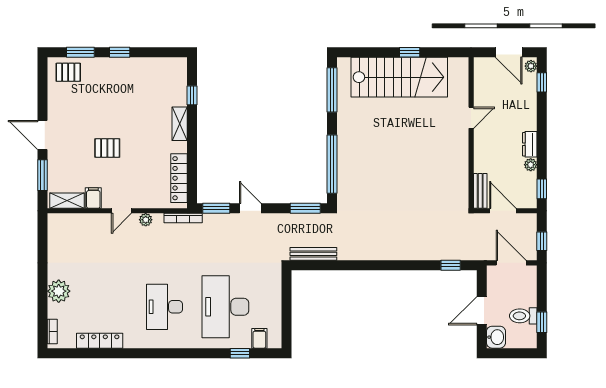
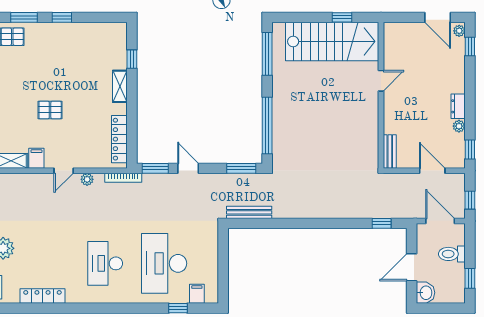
door: (471, 118) -> (381, 81), moved
wall: (471, 133) -> (381, 95), moved
bench: (480, 191) -> (390, 151), moved
toilet: (523, 316) -> (452, 254), moved

